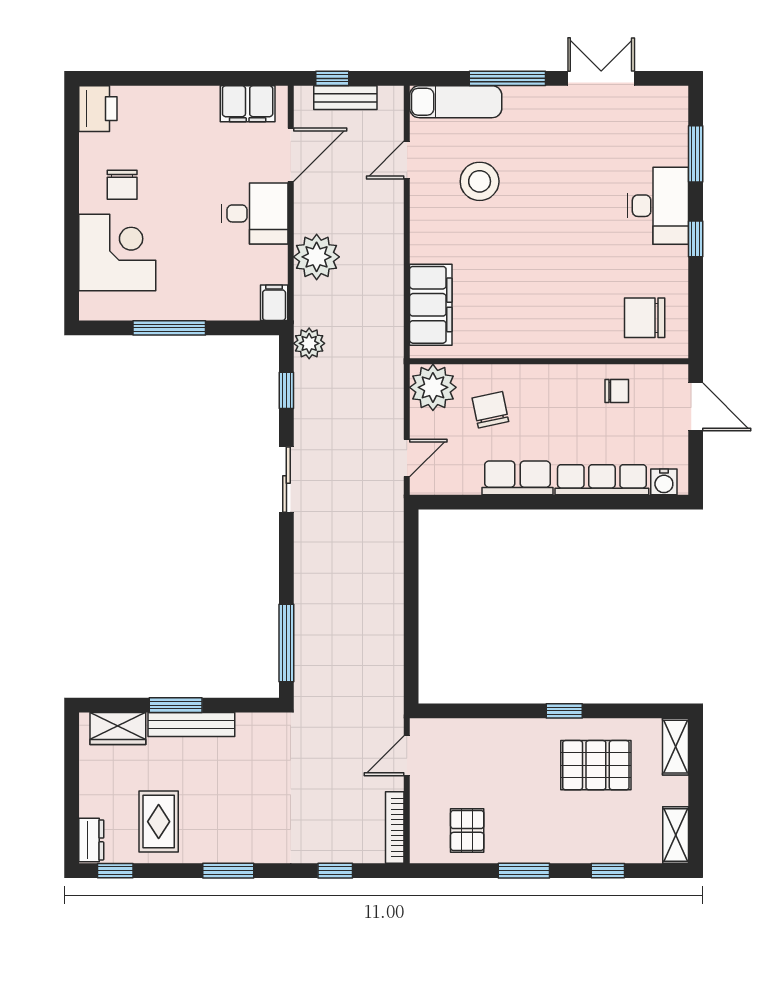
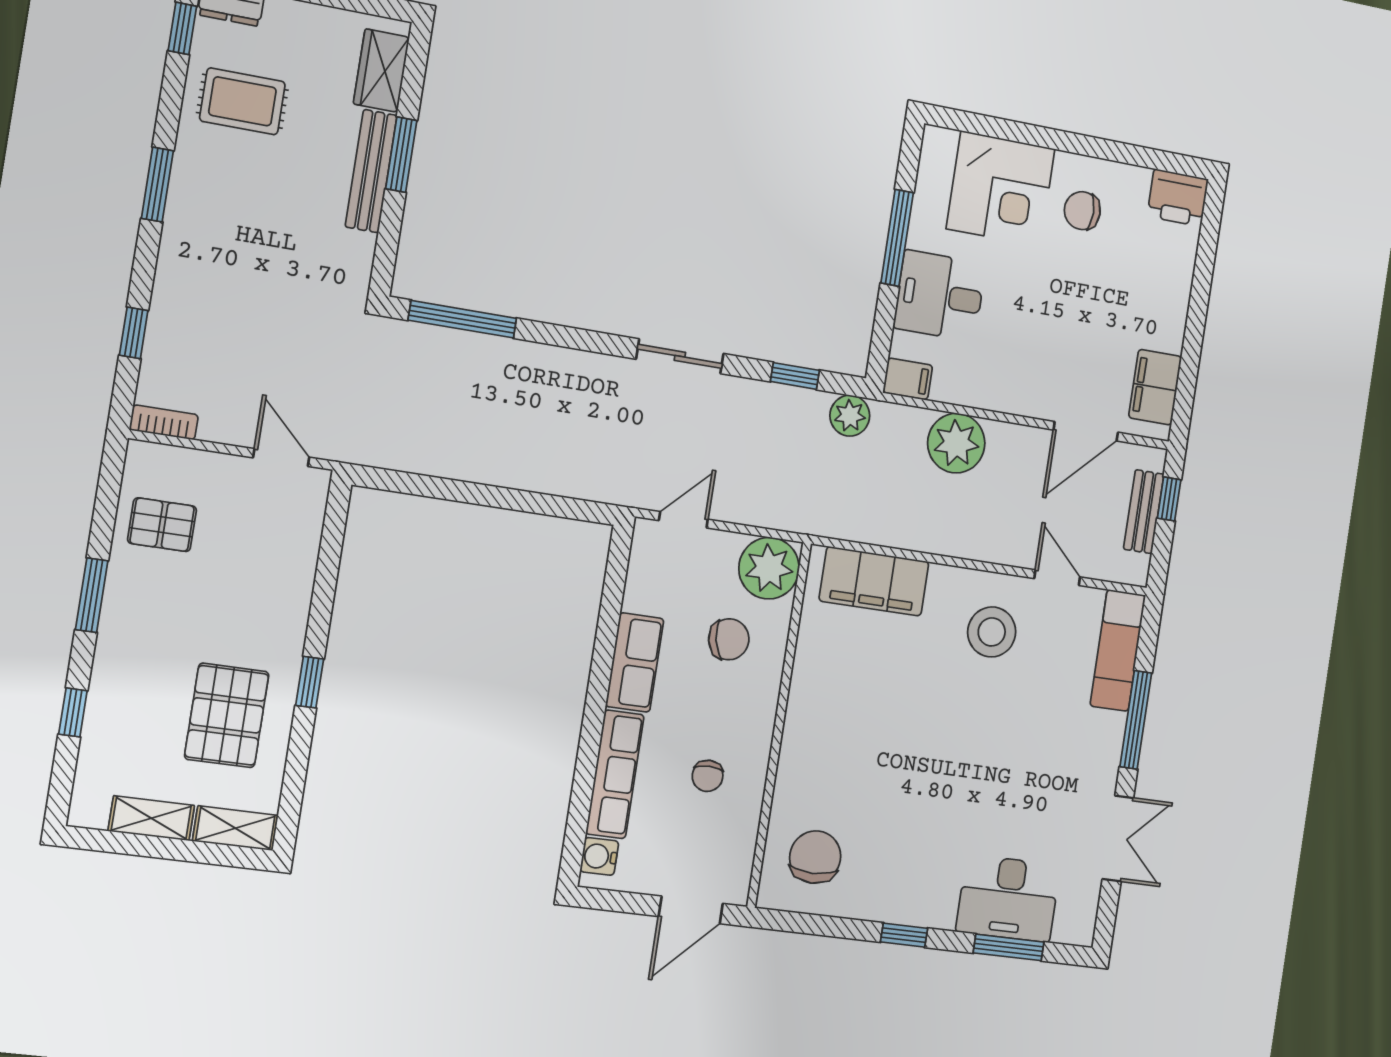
door: (291, 155) -> (1086, 431), hinge flipped
stool: (480, 181) -> (992, 632), moved
desk: (658, 206) -> (1008, 898), moved
desk: (255, 213) -> (940, 296), moved, turned 90
chair: (617, 391) -> (708, 776), moved
door: (407, 458) -> (683, 520), swing flipped
bookcase: (395, 828) -> (164, 422), width x0.64
shelving: (676, 835) -> (151, 818), moved

